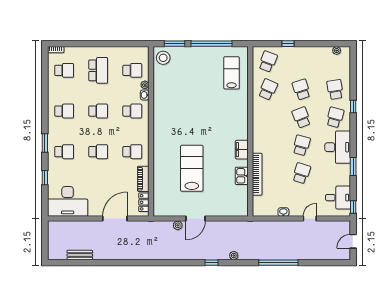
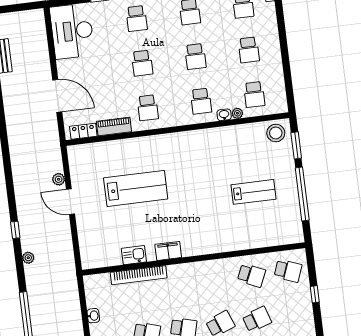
school desk: (98, 70) -> (249, 50), width x0.54
lab bench: (232, 73) -> (253, 192), moved

